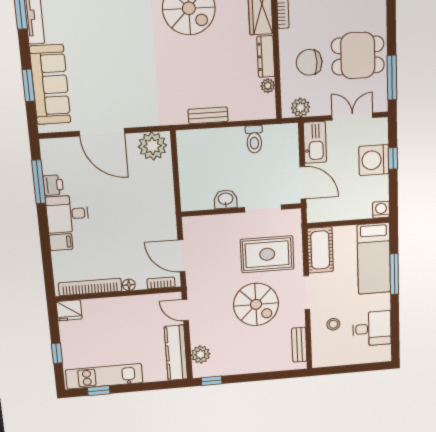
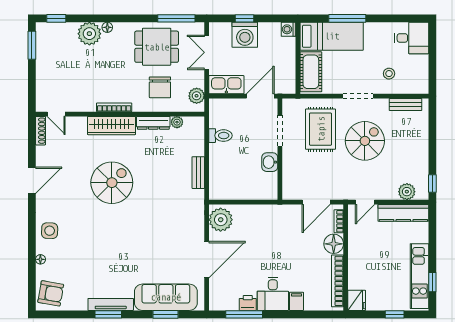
dining table: (358, 55) -> (157, 47), turned 90
cot: (320, 250) -> (311, 72), moved, turned 90
floor lamp: (129, 285) -> (334, 244), width x1.89, depth x1.89
desk: (372, 329) -> (412, 38), moved, turned 90

